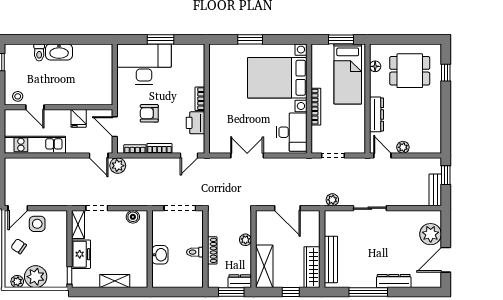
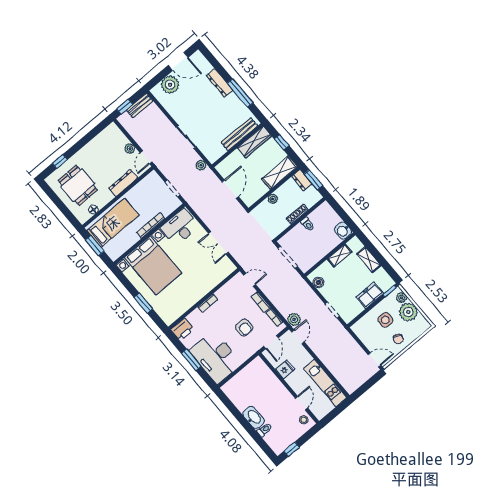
printer: (195, 123) -> (182, 329), moved
side table: (37, 224) -> (385, 320), moved
shelving: (78, 225) -> (340, 255), moved
washbasin: (160, 255) -> (343, 231), moved, turned -90
plant: (17, 282) -> (402, 298), moved

